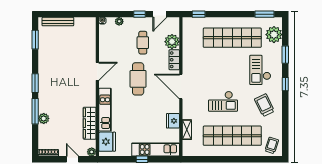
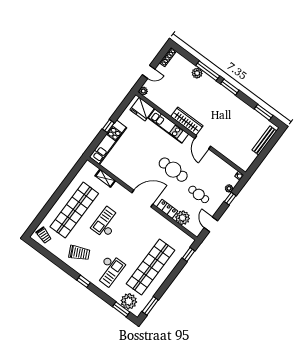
window: (139, 14) -> (230, 199), moved
window: (285, 55) -> (121, 309), moved
checkout: (260, 70) -> (109, 270), turned 90
fridge: (173, 121) -> (120, 172), removed
wardrobe: (90, 123) -> (187, 121), moved

